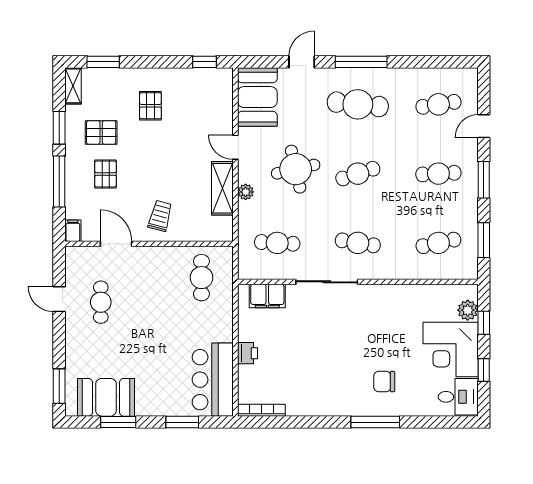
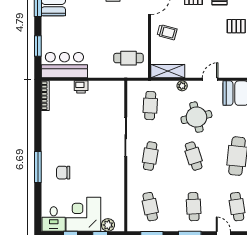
shelving: (222, 188) -> (168, 71), moved
filing cabinet: (267, 296) -> (117, 99), removed
chair: (384, 382) -> (63, 173), turned -90

